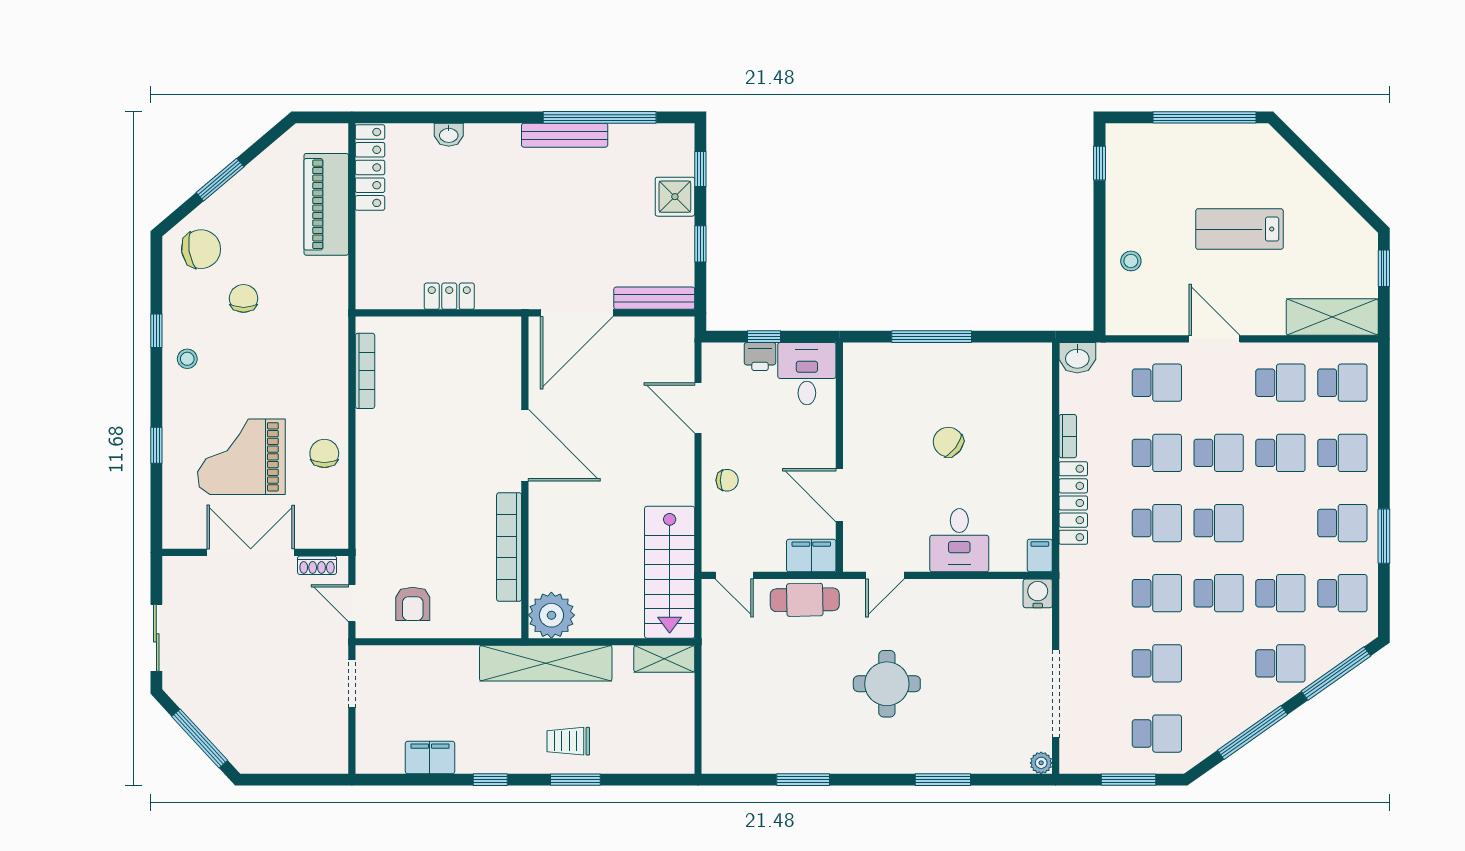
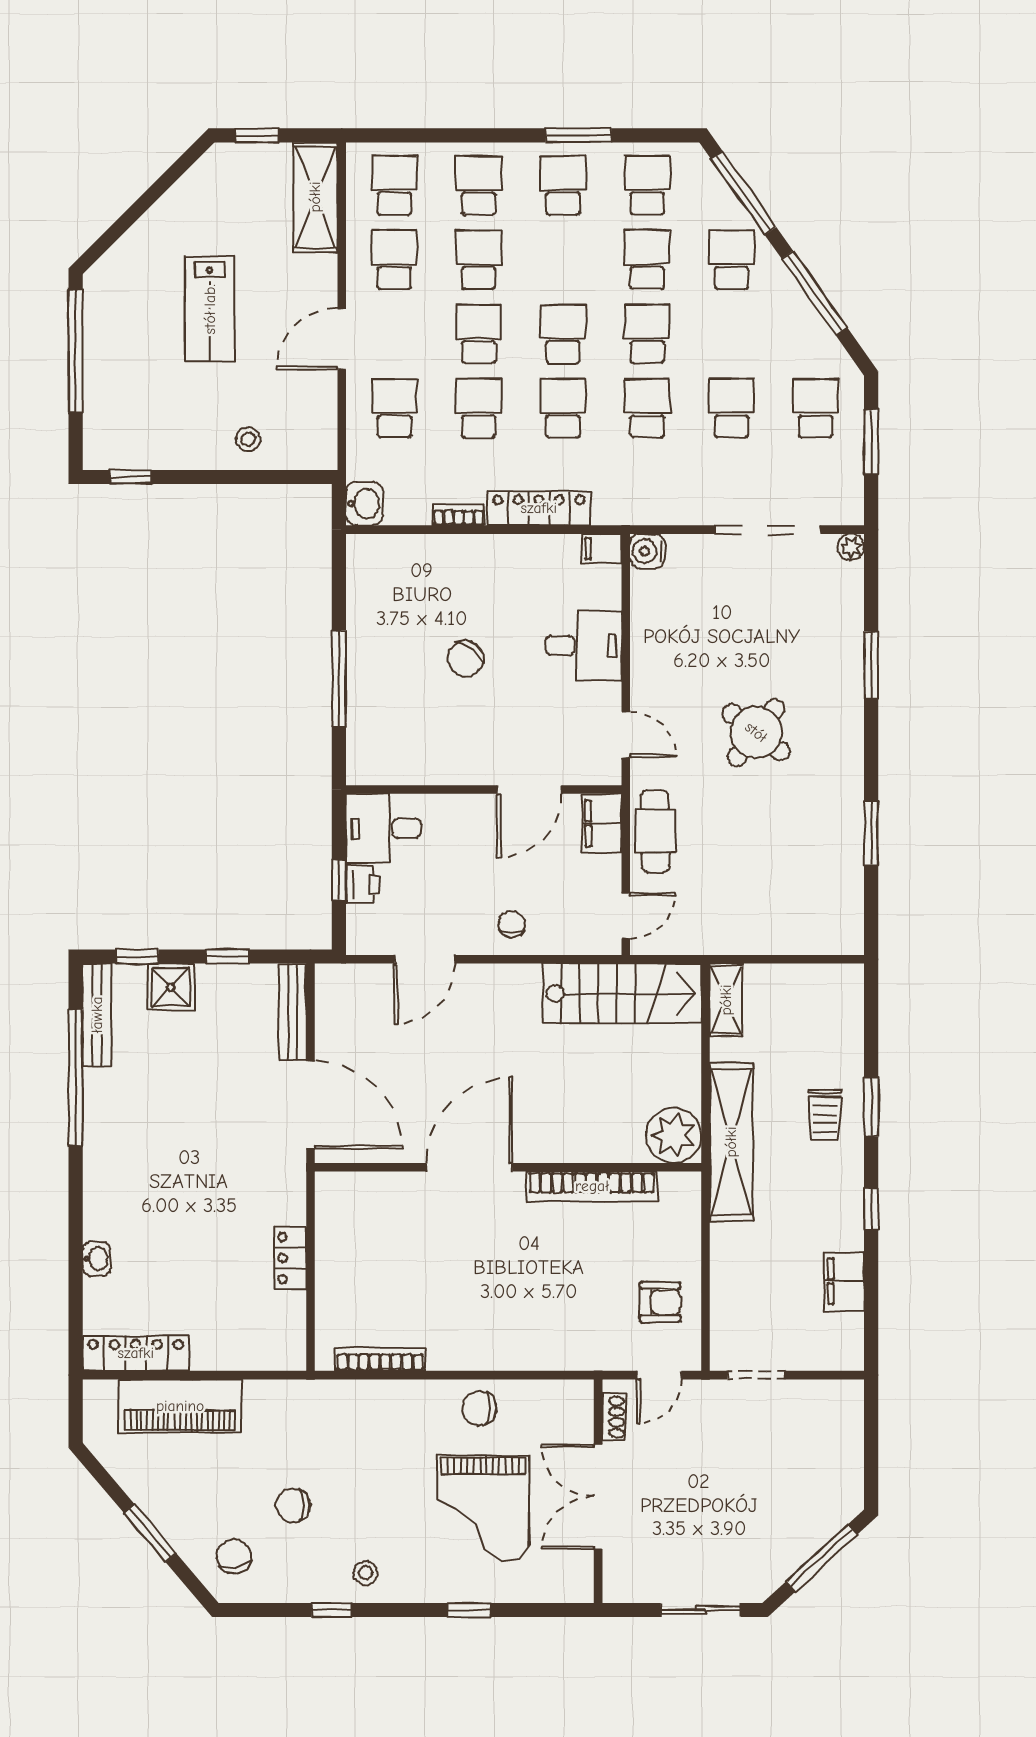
bench: (565, 135) -> (97, 1015), moved
chair: (201, 249) -> (234, 1556), width x0.73, depth x0.73
round table: (887, 684) -> (756, 732), turned 38

